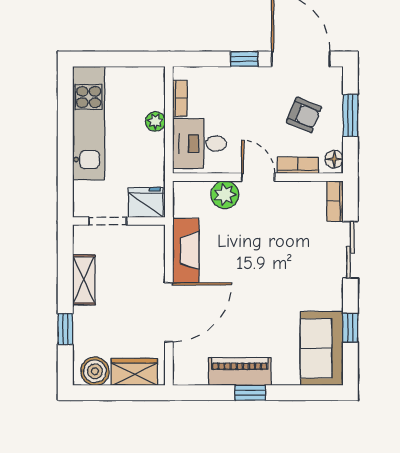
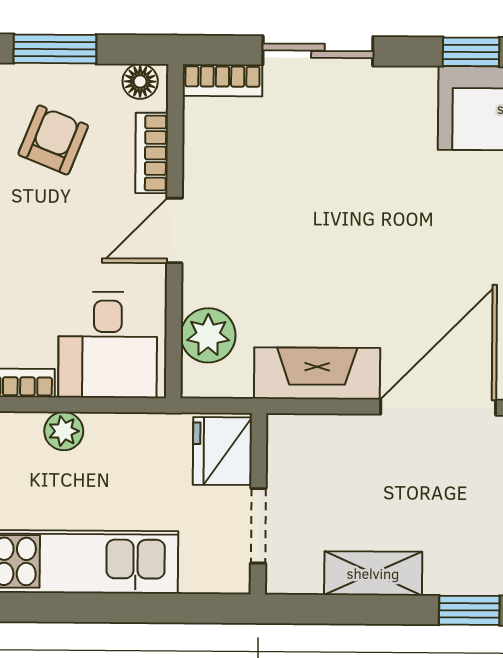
plant: (225, 195) -> (208, 335), moved
door: (169, 312) -> (438, 407), hinge flipped

